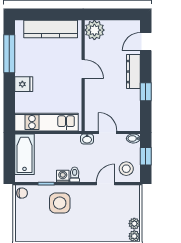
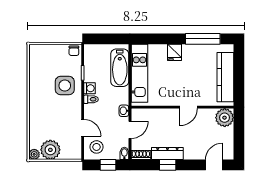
door: (146, 42) -> (214, 165), hinge flipped
dresser: (133, 72) -> (167, 153), moved
shoe rack: (135, 121) -> (141, 155), added
bathtub: (25, 154) -> (120, 68), moved, turned 90
plant: (134, 224) -> (50, 150), width x1.87, depth x1.87

